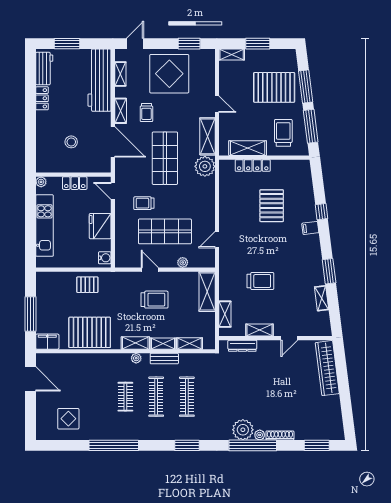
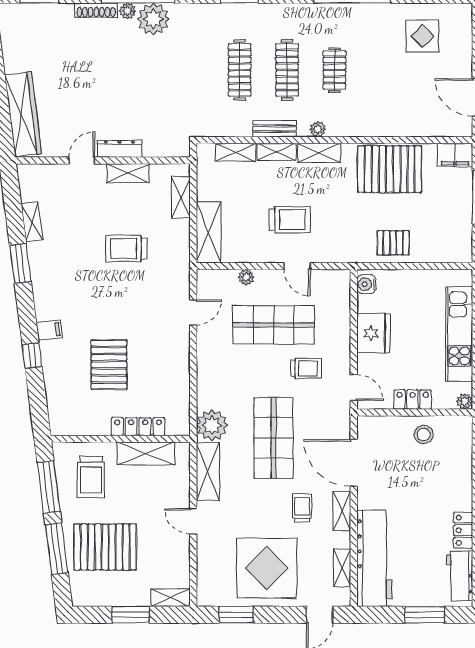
stool: (71, 142) -> (424, 434), moved
trolley: (154, 300) -> (290, 220), turned 180
dresser: (242, 346) -> (120, 149), moved

